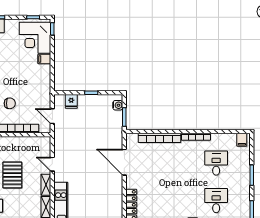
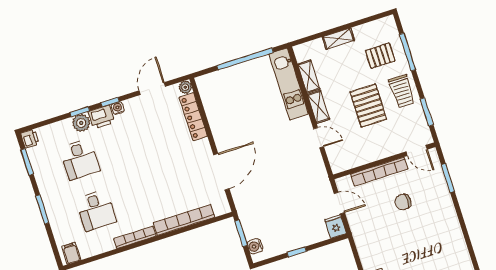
fridge: (71, 101) -> (336, 226), moved
door: (124, 162) -> (221, 172), hinge flipped

